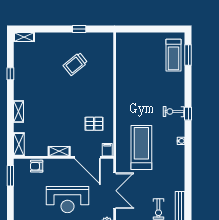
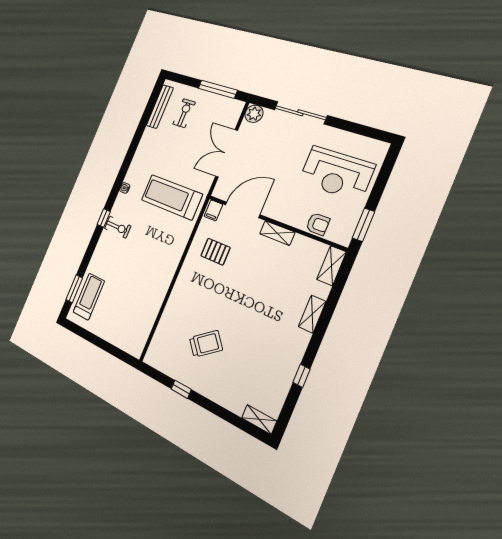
treadmill: (141, 148) -> (172, 197), turned 90
door: (88, 157) -> (243, 210), hinge flipped
reception desk: (67, 200) -> (336, 173), moved, turned 180

